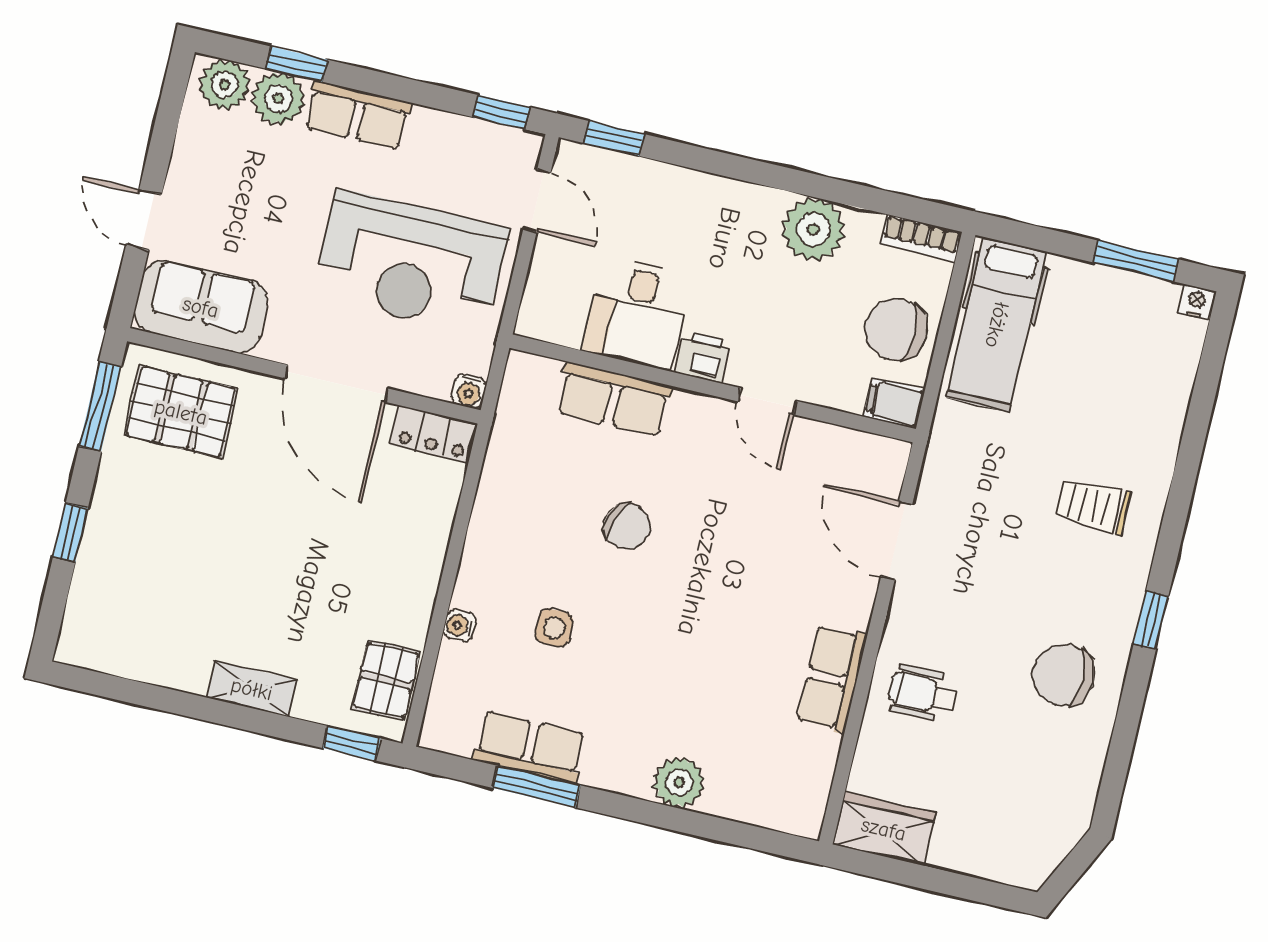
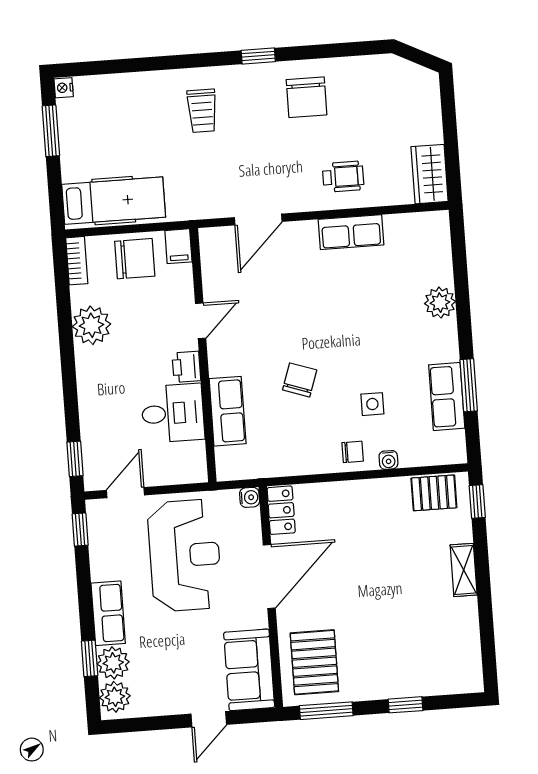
chair: (896, 329) -> (135, 259), turned -90
chair: (489, 574) -> (353, 452), added
wheelchair: (922, 693) -> (343, 177), turned -90

